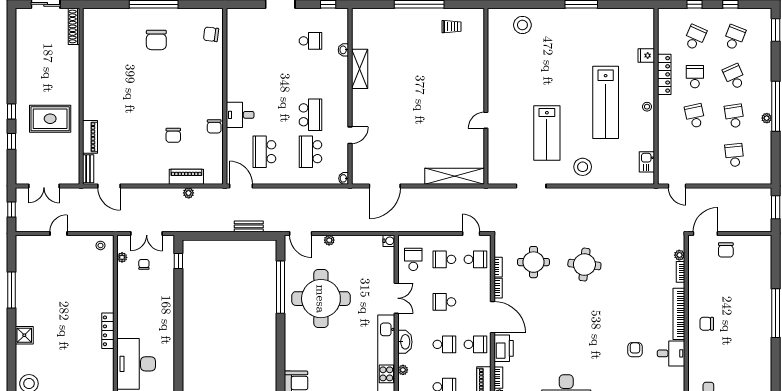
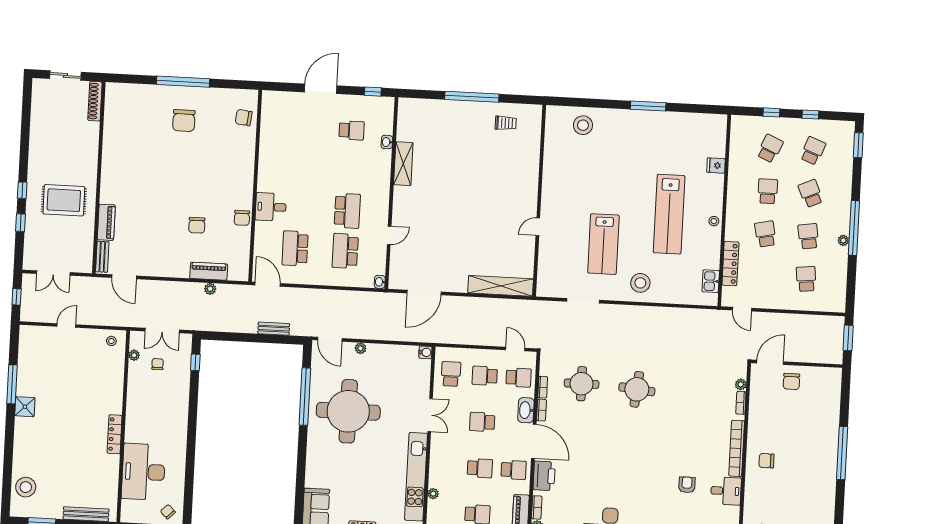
locker: (664, 74) -> (730, 264), moved
shower: (24, 335) -> (25, 407), moved
washbasin: (405, 342) -> (526, 410), moved, turned 180

